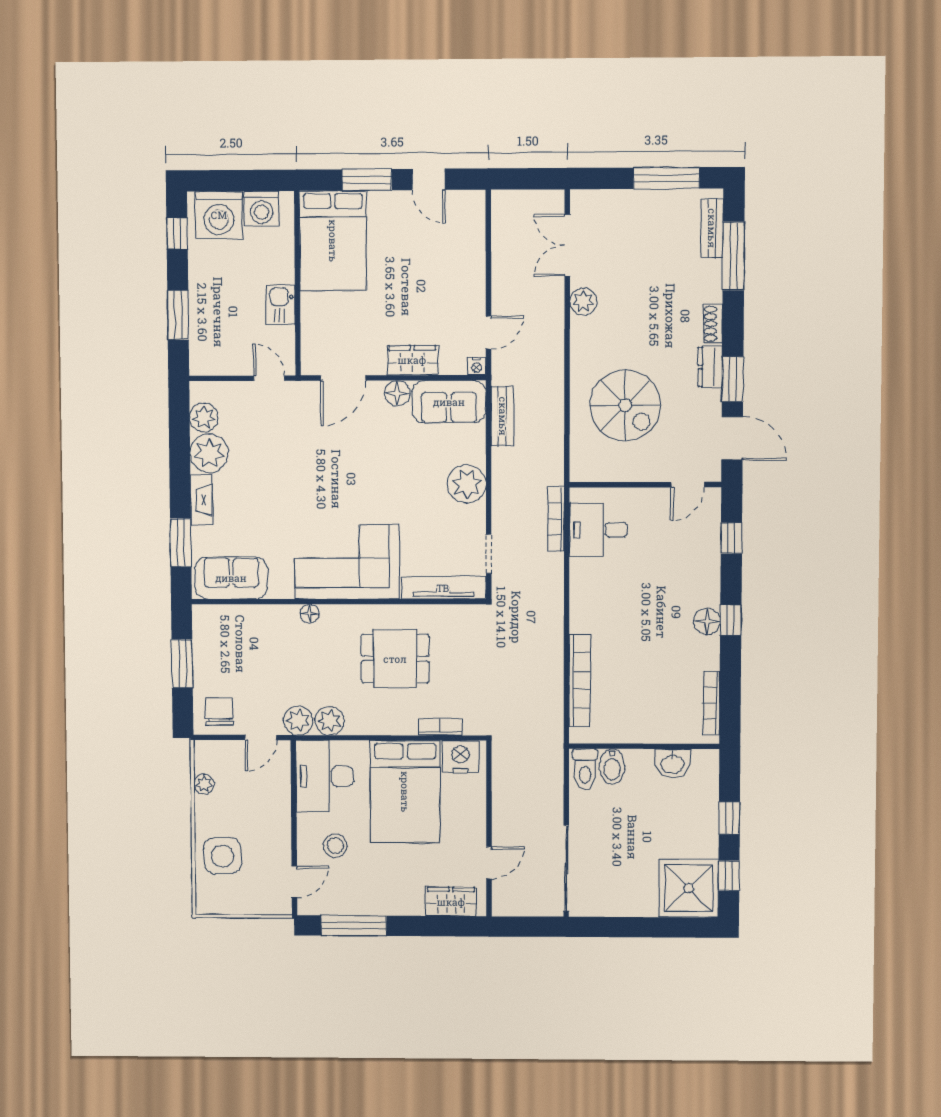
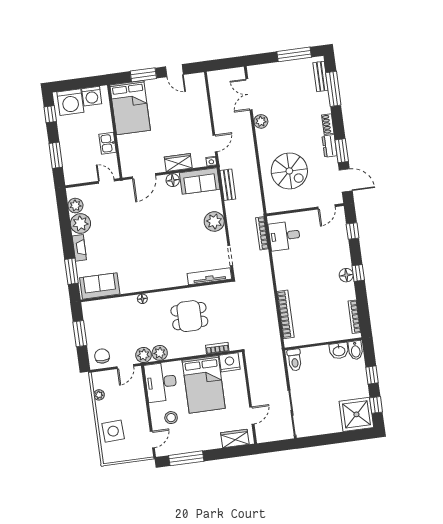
corner sofa: (347, 562) -> (158, 270), removed
bidet: (612, 766) -> (356, 350), moved

